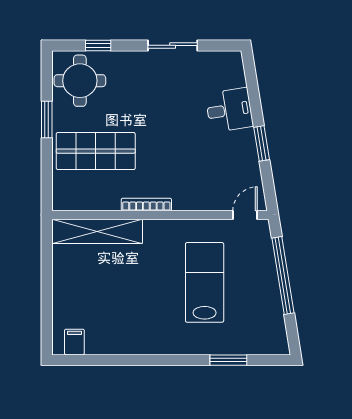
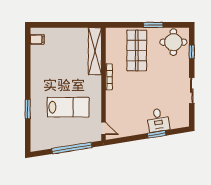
window: (262, 143) -> (157, 134), moved
window: (228, 360) -> (28, 109), moved

